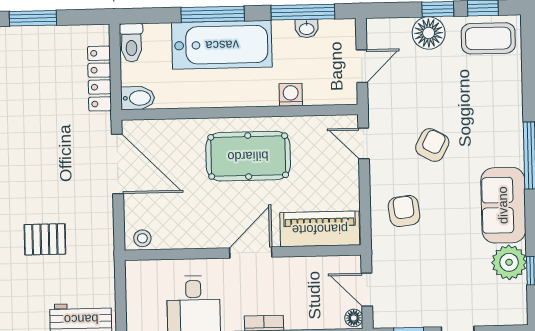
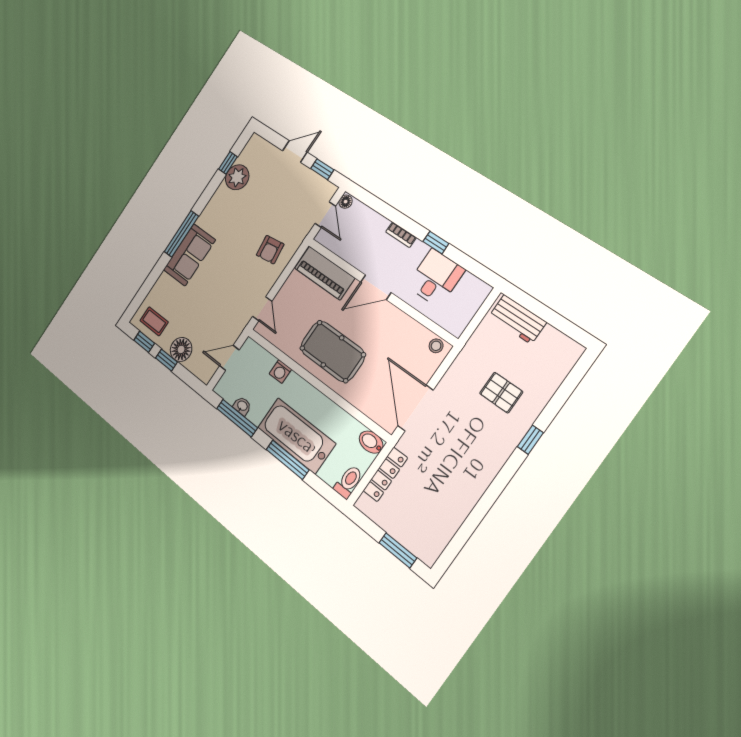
coffee table: (488, 38) -> (154, 321), width x0.73, depth x0.77
armchair: (432, 145) -> (227, 279), removed
sofa: (503, 205) -> (189, 255), moved

